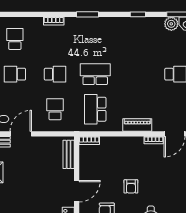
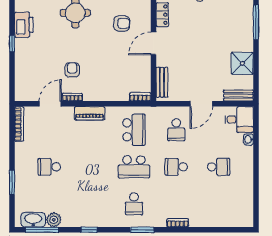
school desk: (15, 39) -> (134, 204), moved
door: (21, 134) -> (201, 104), moved
armchair: (131, 186) -> (72, 70), moved

